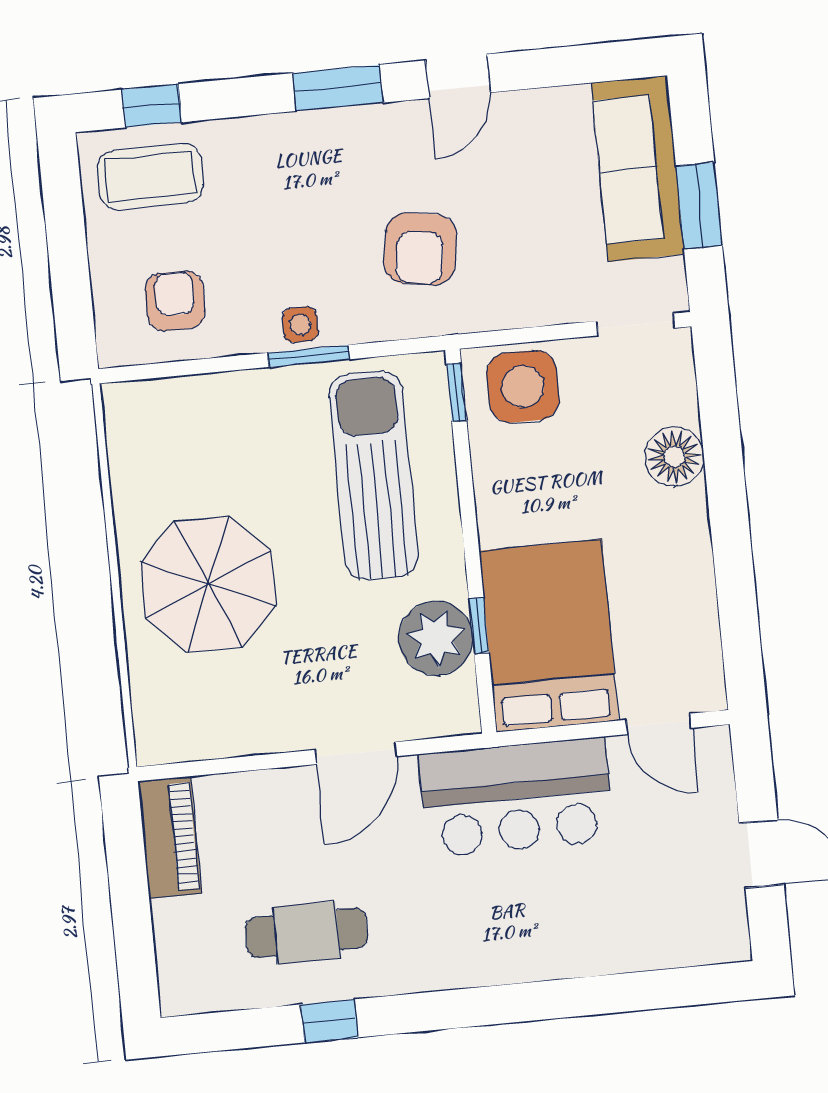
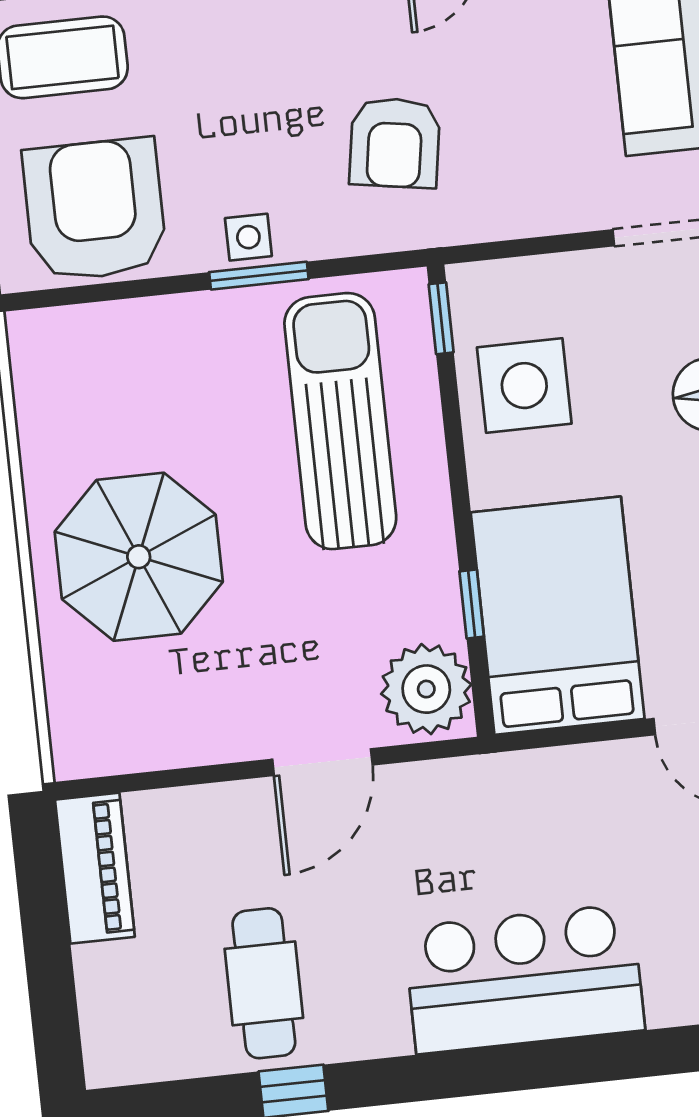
armchair: (175, 301) -> (95, 210), width x1.88, depth x1.88
side table: (523, 386) -> (524, 386), moved
plant: (436, 638) -> (426, 689), moved
bar counter: (516, 797) -> (524, 979), moved, turned 180
cafe table: (306, 933) -> (264, 983), turned 90

